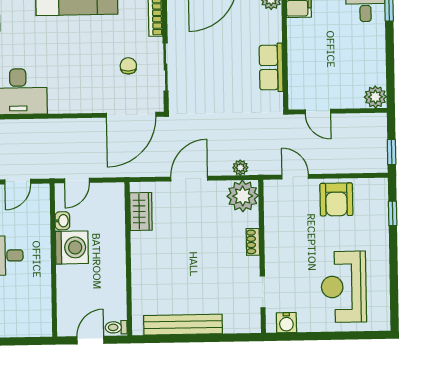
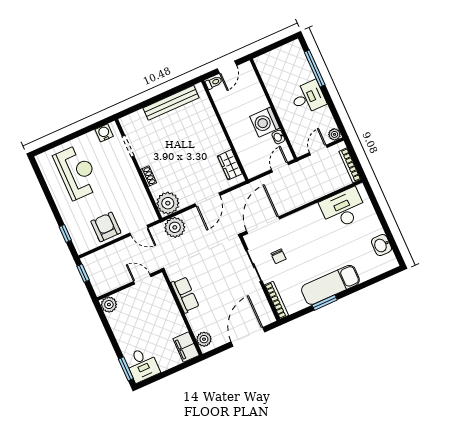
plant: (240, 168) -> (175, 227), width x1.88, depth x1.88

